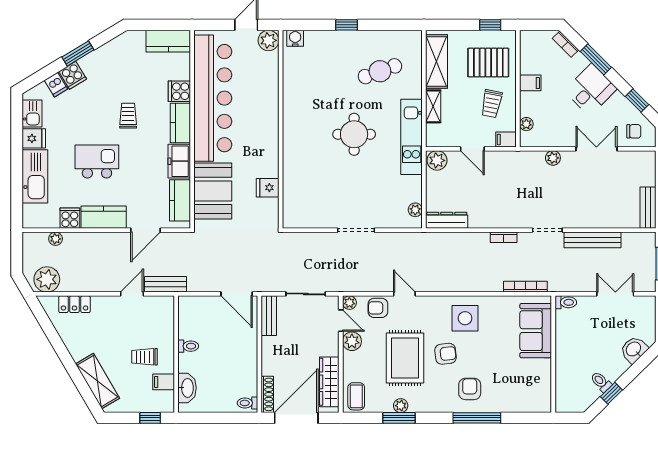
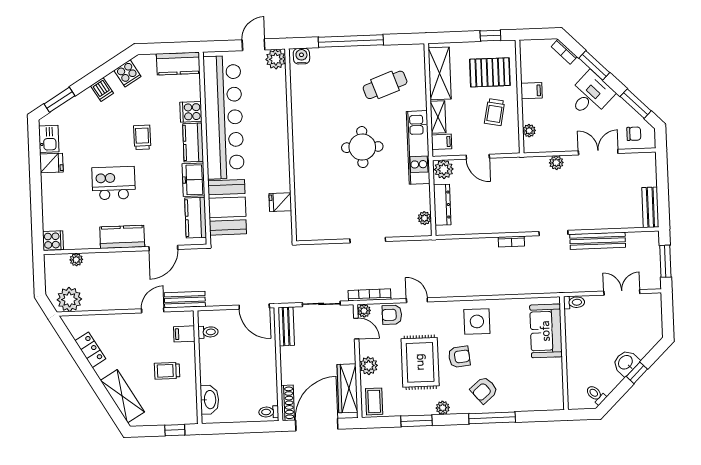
window: (347, 25) -> (351, 41), width x3.17
window: (78, 53) -> (59, 100), moved
cooker: (73, 75) -> (127, 73), moved
dishwasher: (56, 85) -> (102, 90), moved
window: (637, 100) -> (636, 104), width x1.50
filing cabinet: (506, 139) -> (442, 142), moved, turned 180
kitchen sink: (35, 176) -> (54, 200), removed
cooker: (70, 218) -> (53, 241), moved, turned 90
dresser: (447, 220) -> (442, 205), moved, turned 90
bookcase: (525, 287) -> (369, 295), moved
locker: (74, 304) -> (90, 350), moved, turned -120
plant: (352, 341) -> (369, 366), moved
toilet: (188, 346) -> (208, 332), moved
washbasin: (634, 349) -> (626, 363), moved
filing cabinet: (164, 382) -> (184, 334), moved
toilet: (601, 382) -> (596, 395), moved
armchair: (470, 389) -> (484, 390), turned -130
window: (611, 393) -> (637, 373), moved
plant: (401, 406) -> (443, 408), moved

